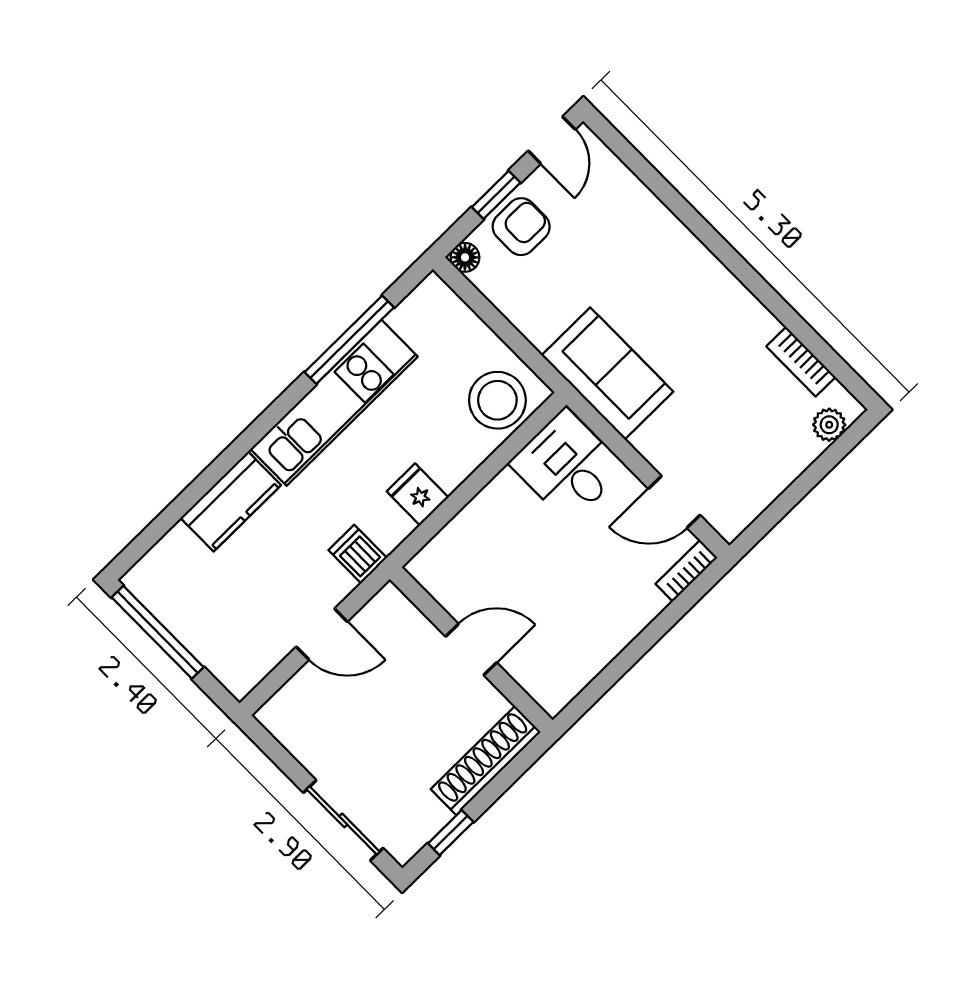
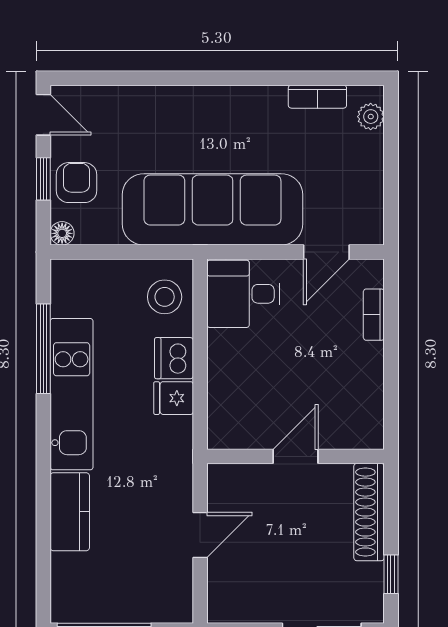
sofa: (607, 374) -> (212, 209), width x1.85, depth x1.27
stool: (497, 400) -> (165, 297), width x0.73, depth x0.73
dishwasher: (358, 554) -> (174, 358), moved, width x1.38
bookcase: (686, 571) -> (374, 315), moved

